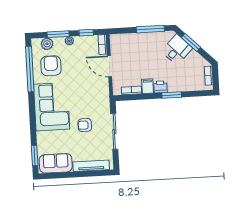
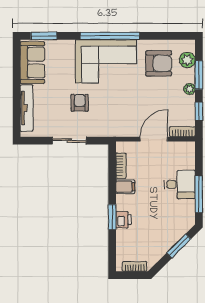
desk: (177, 50) -> (180, 184), moved, turned -45
window: (30, 69) -> (110, 36), moved
printer: (160, 87) -> (124, 220), moved
sliding door: (114, 131) -> (69, 141), width x0.73

